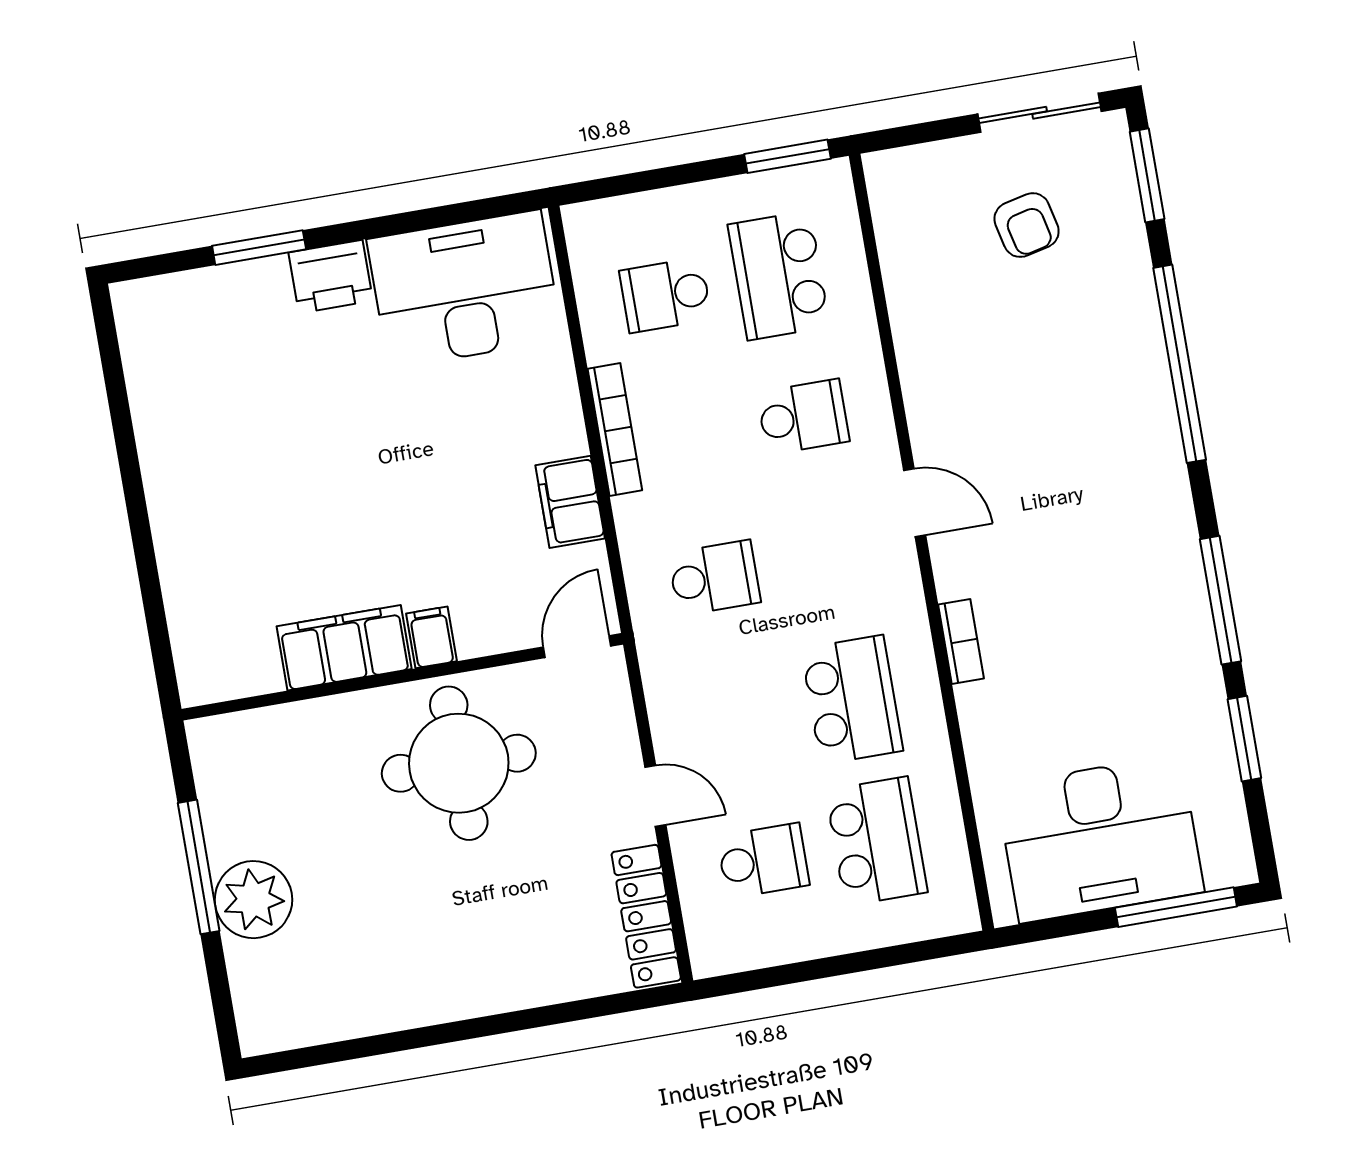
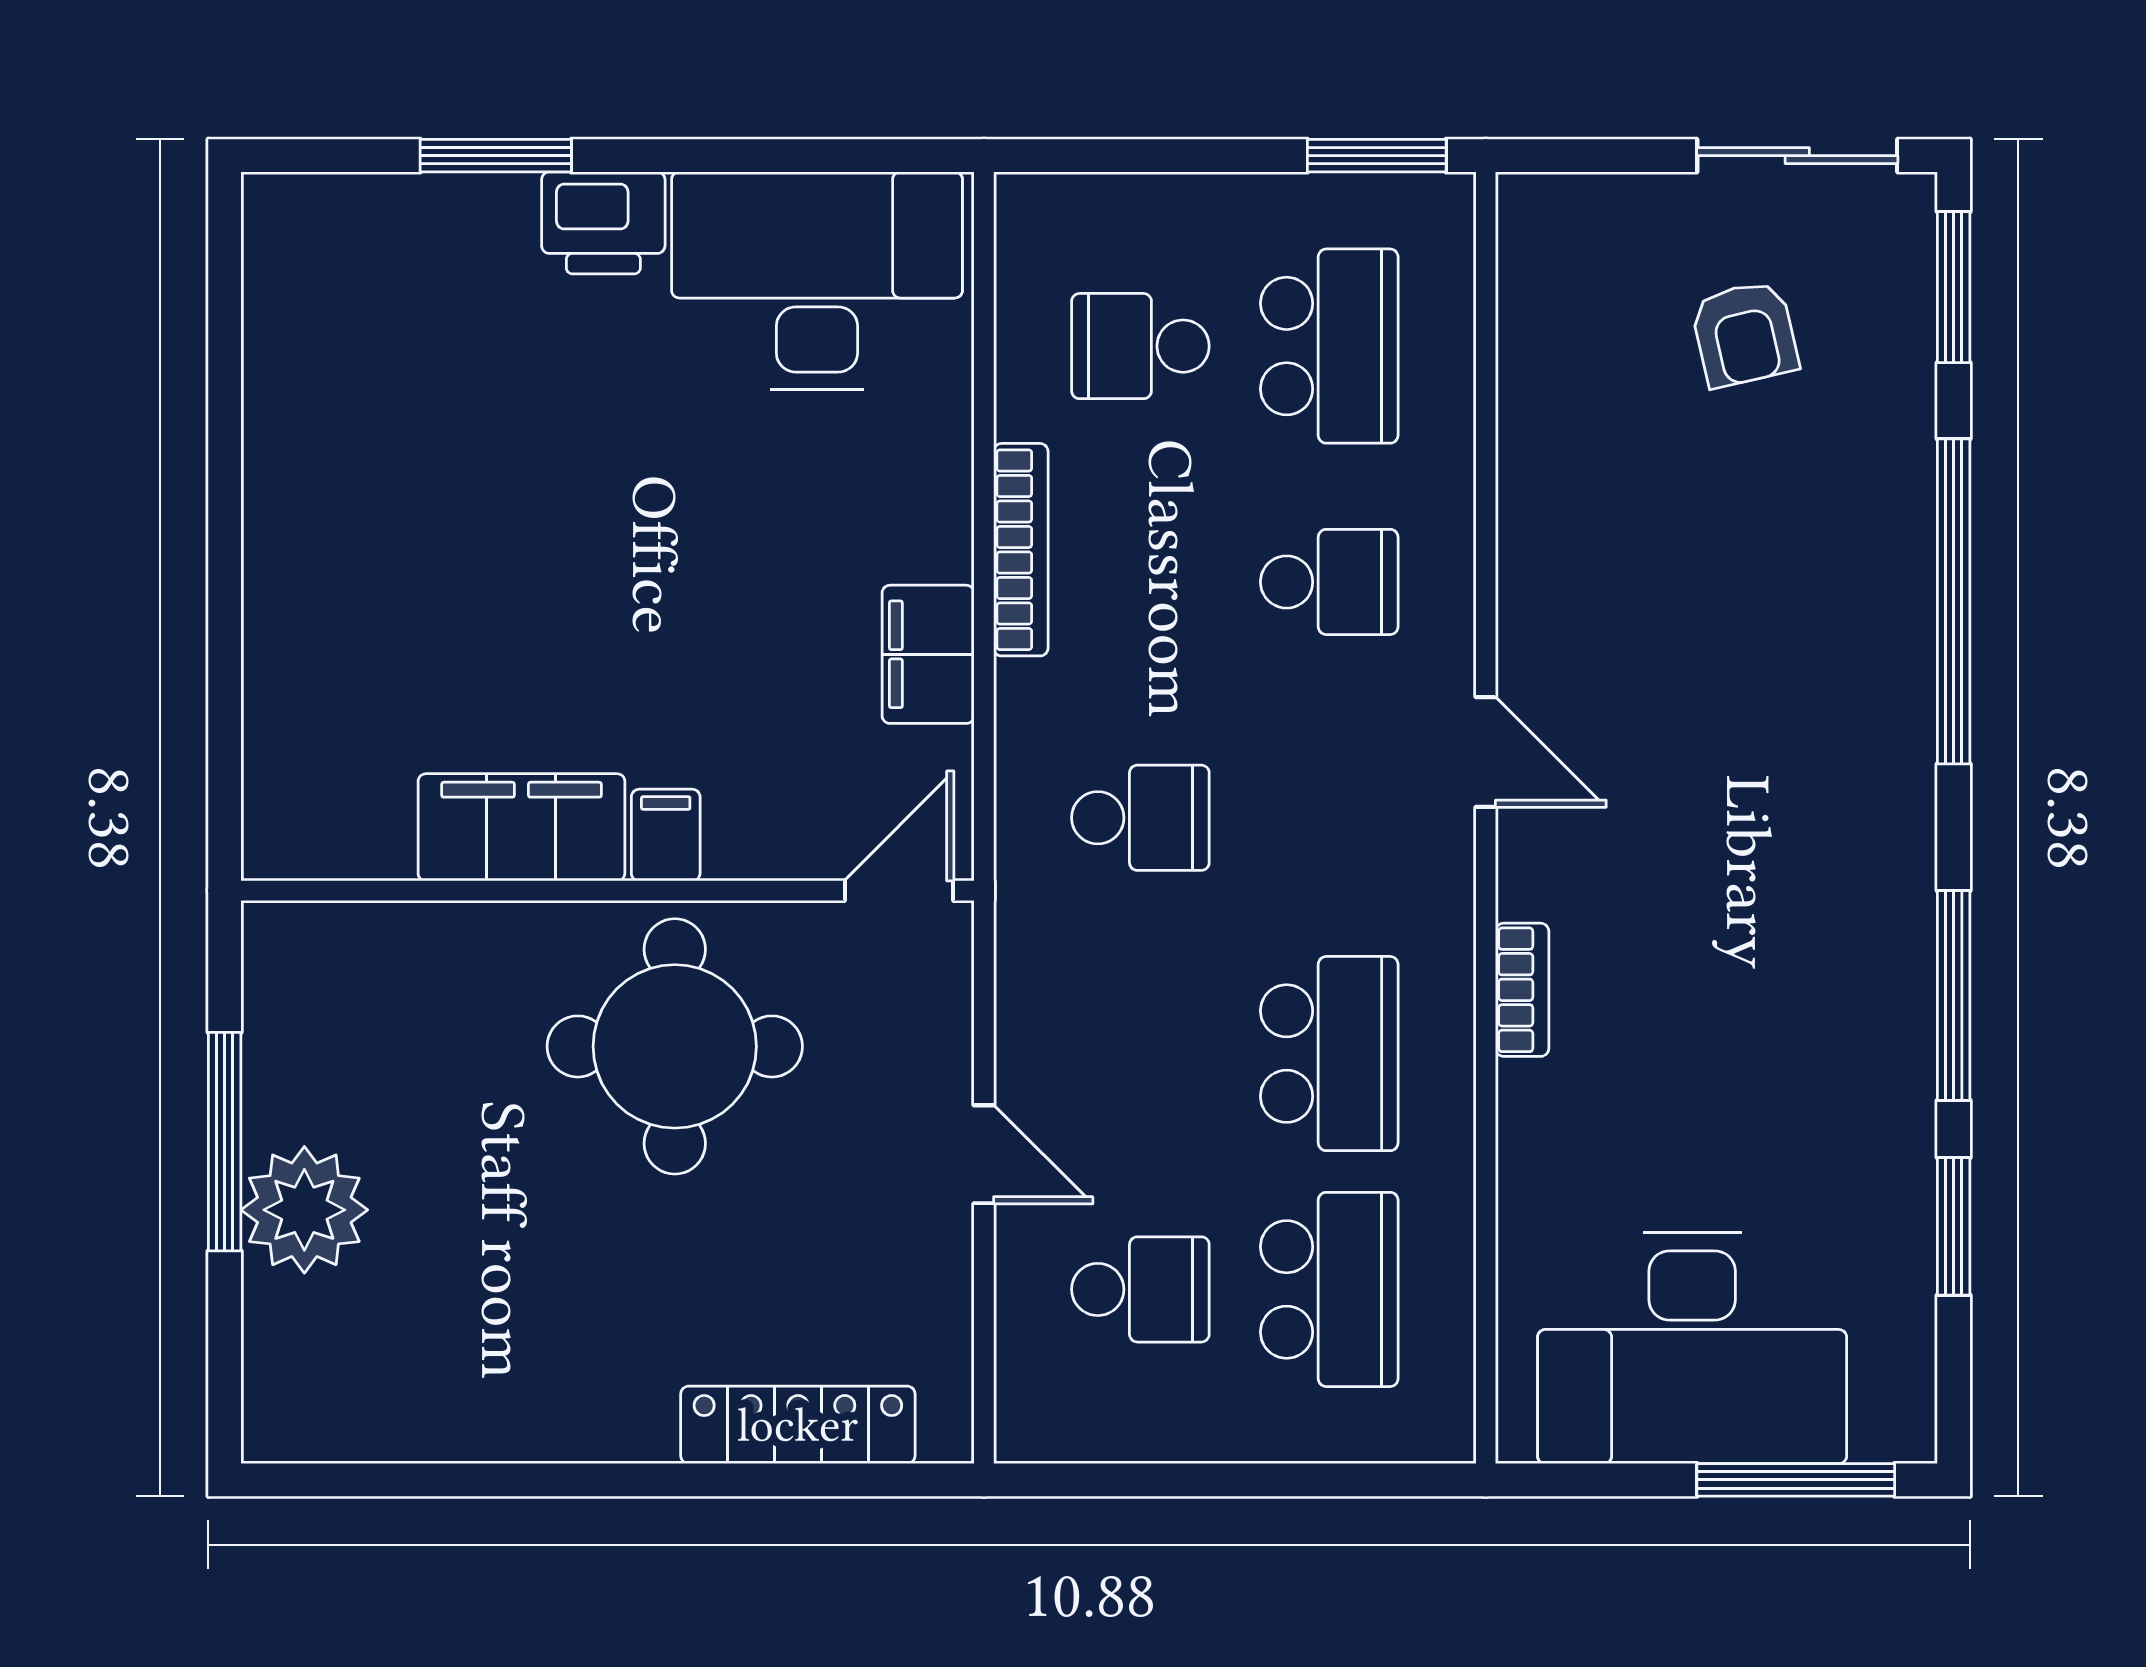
school desk: (779, 275) -> (1329, 346), turned 180
locker: (646, 916) -> (798, 1425), moved, turned 90

